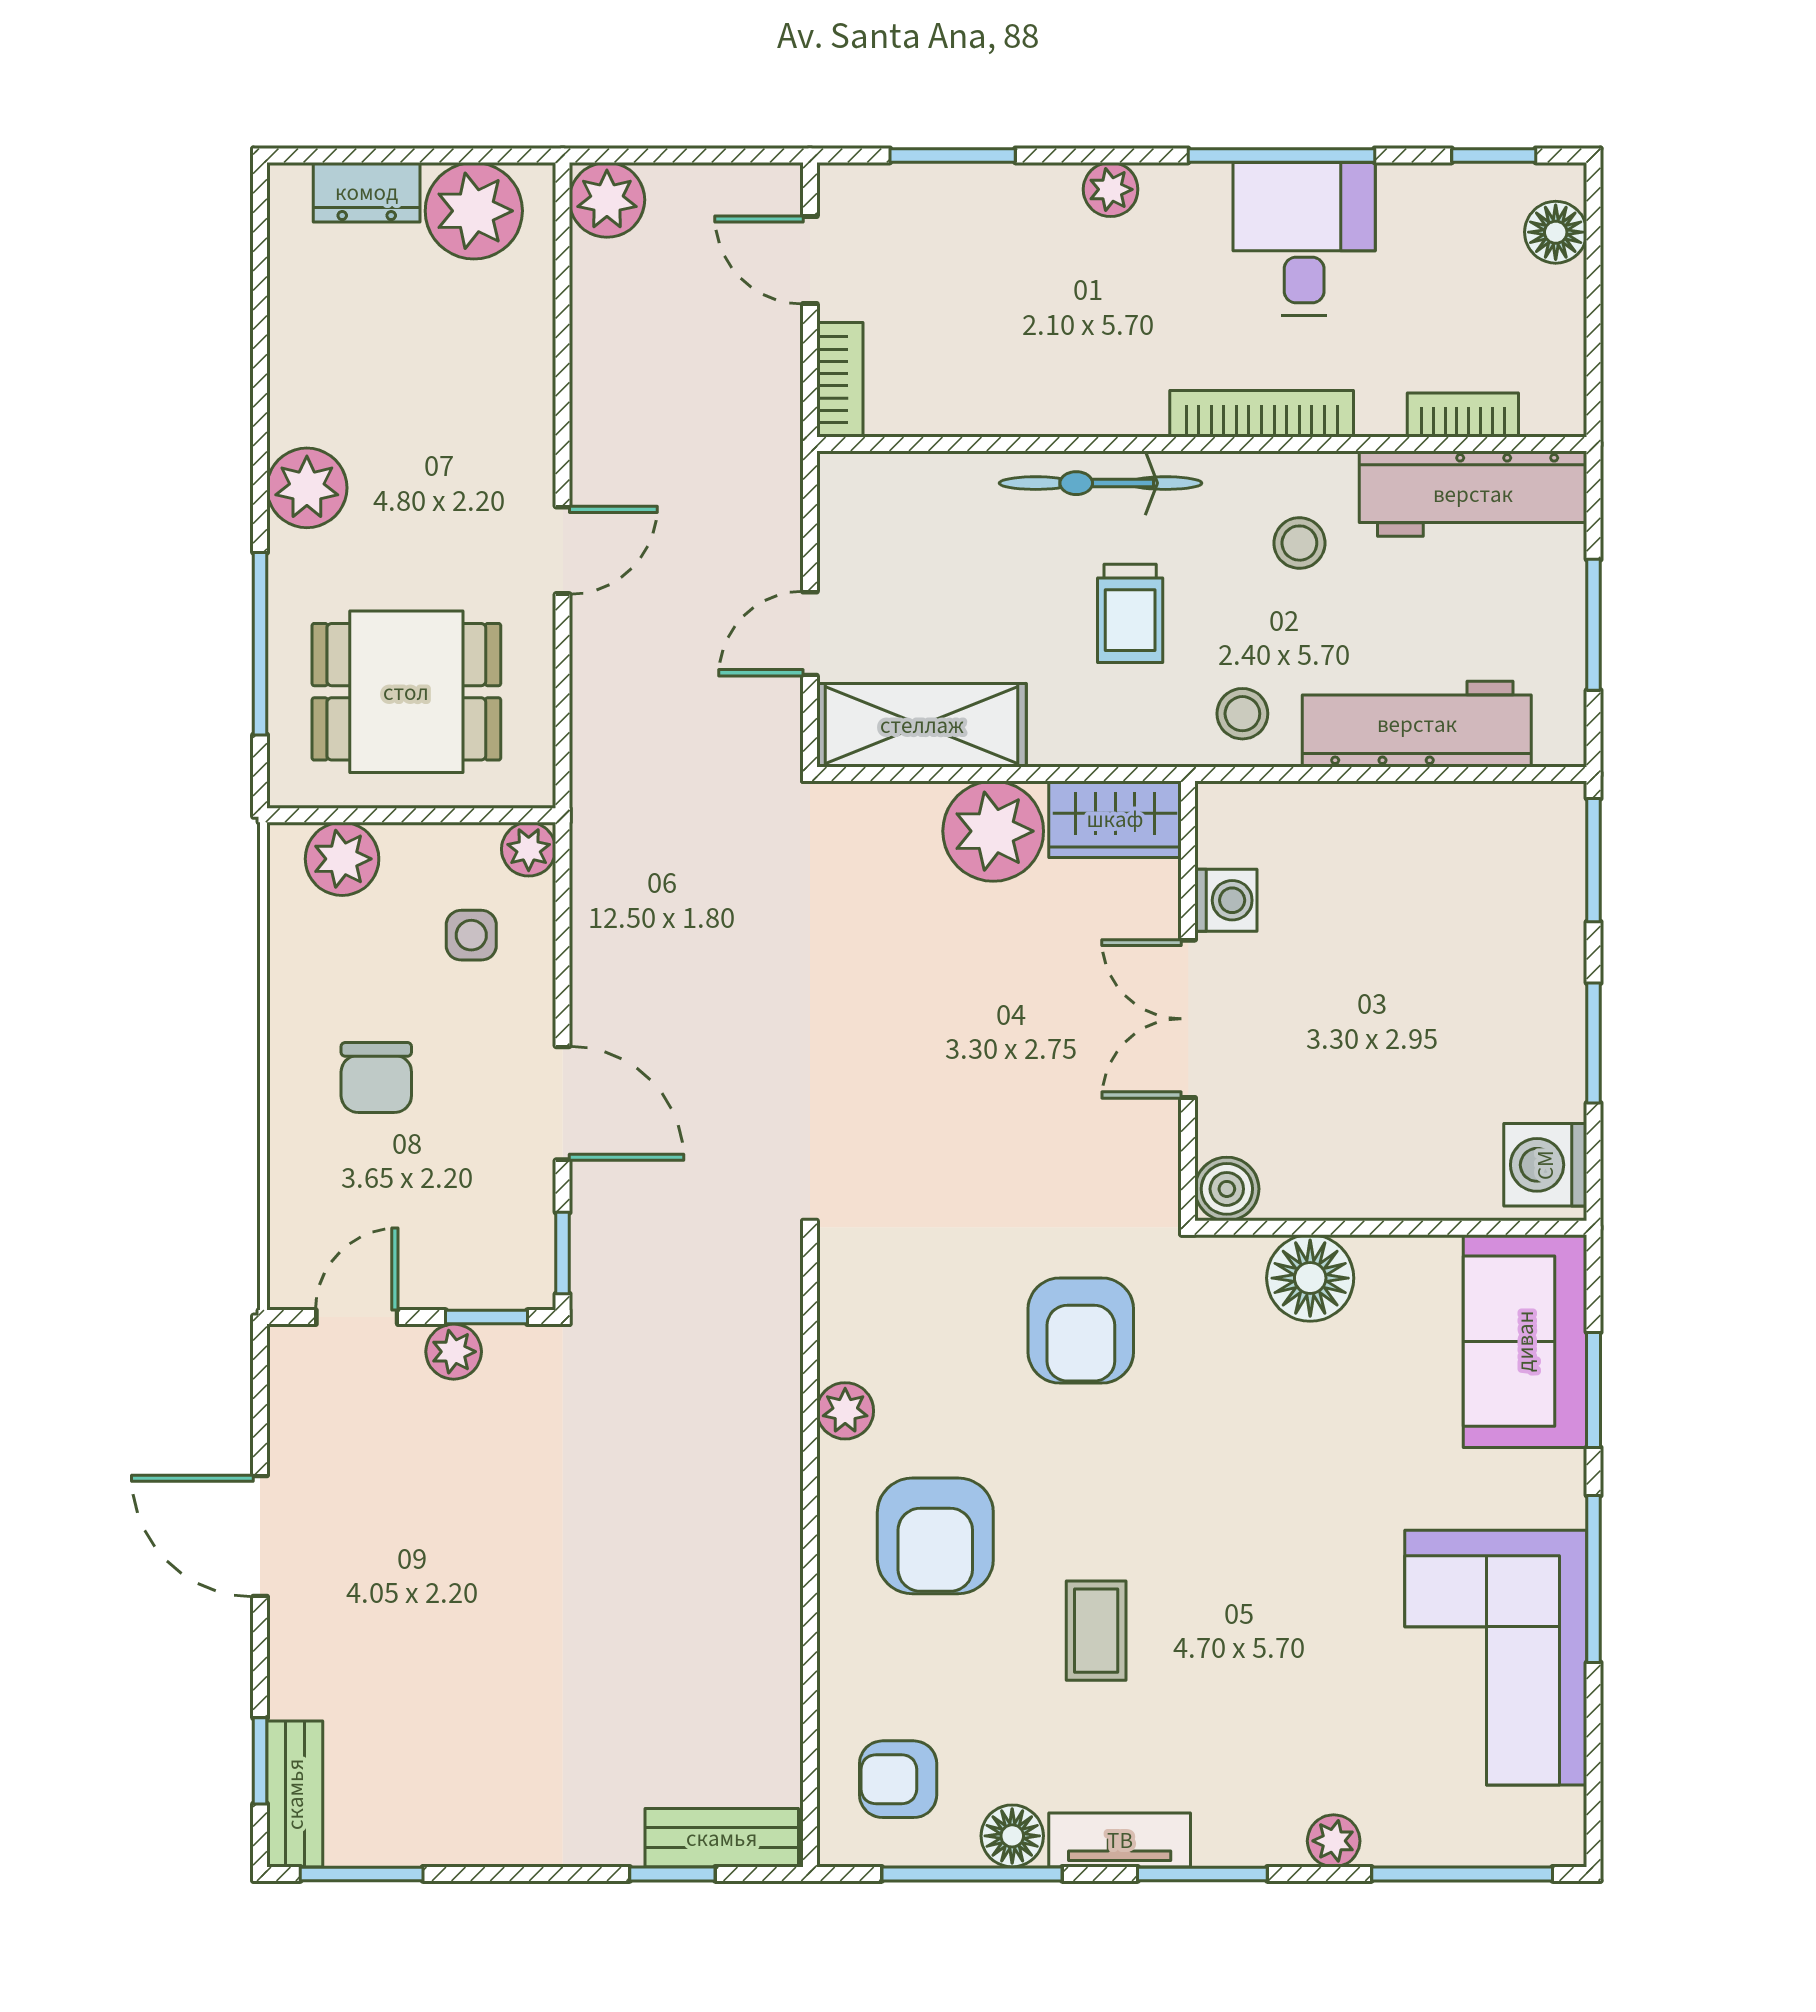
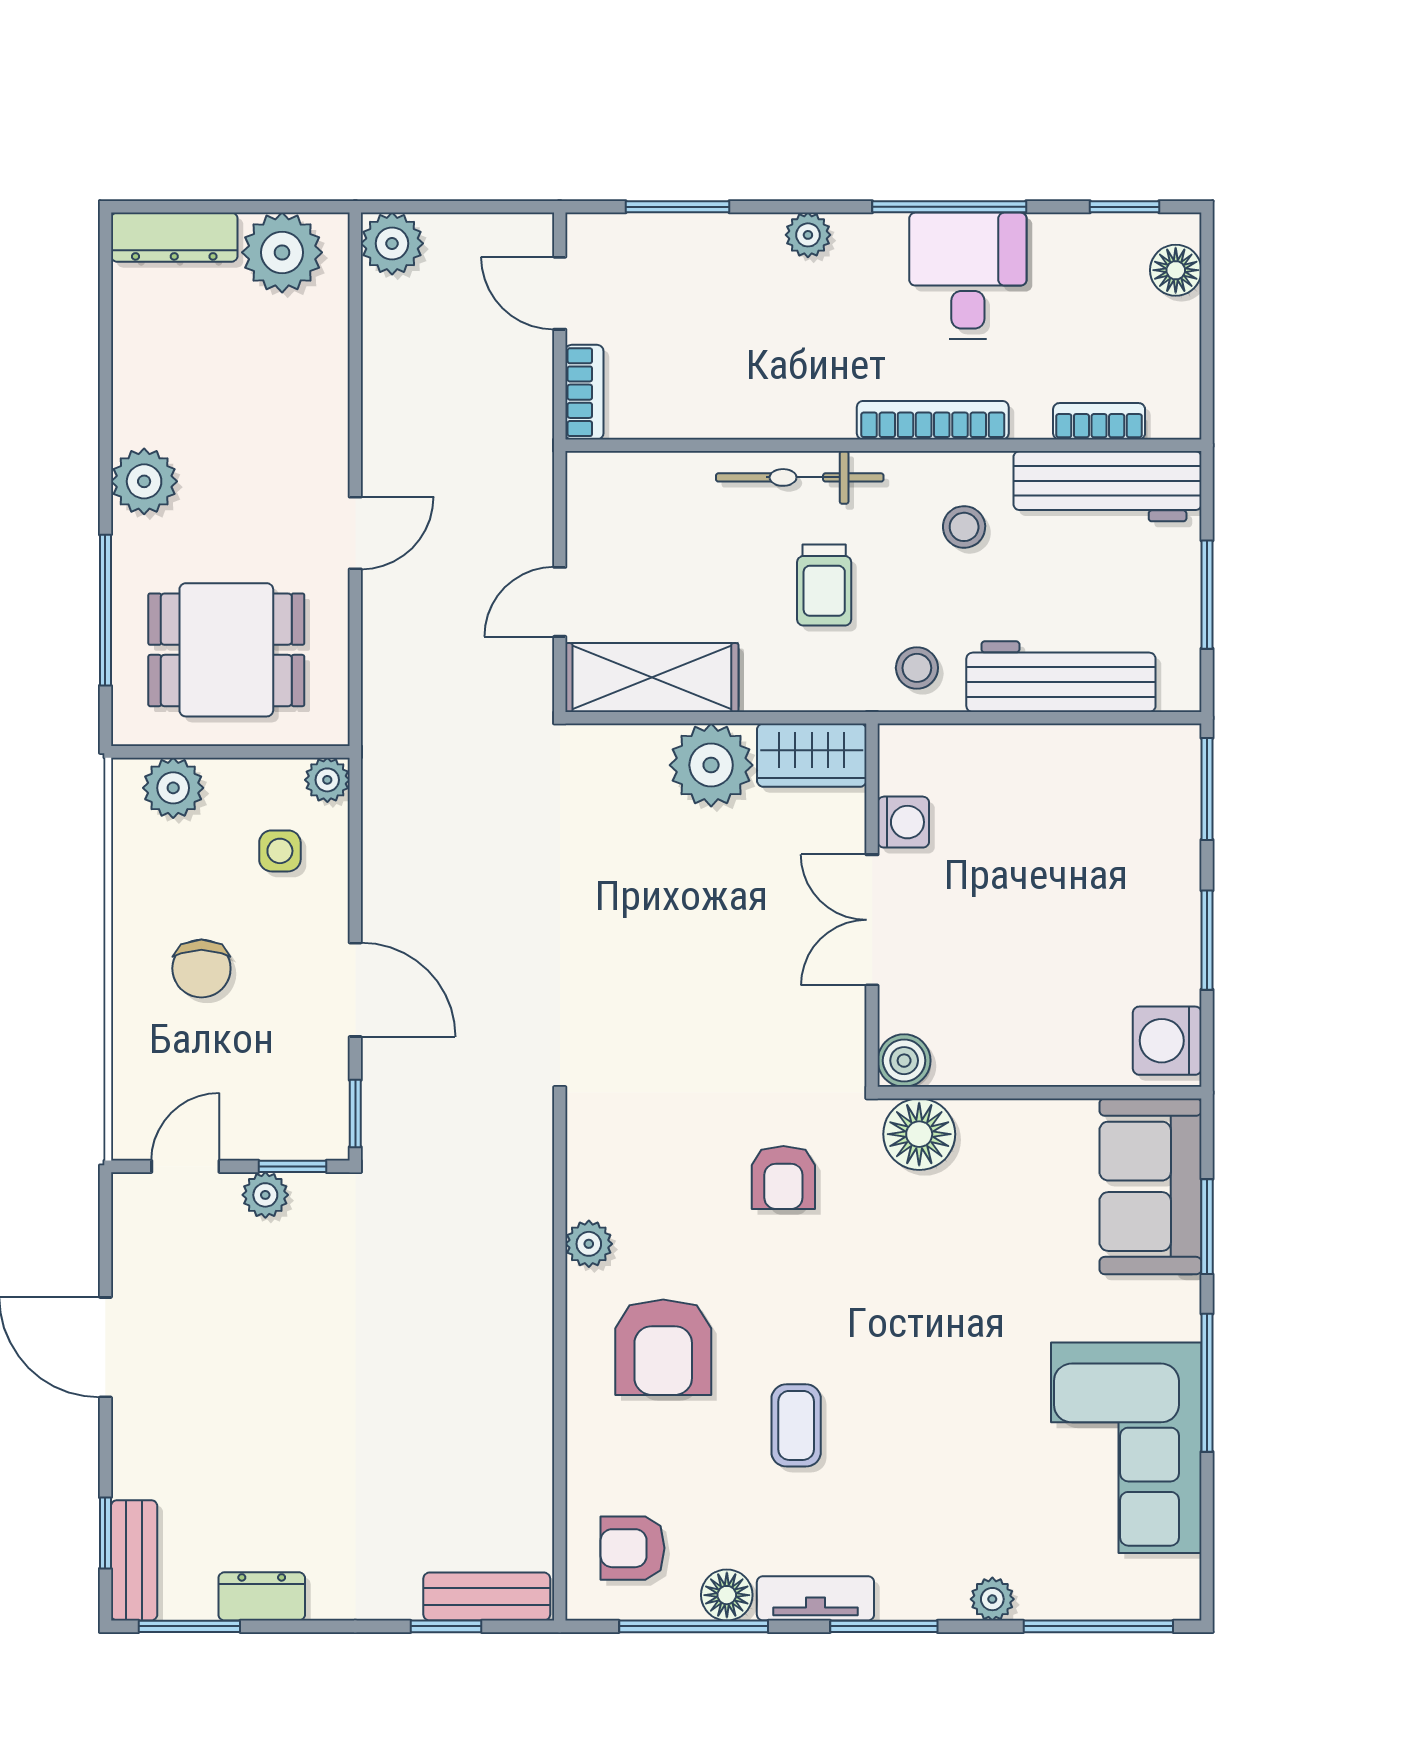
dresser: (367, 192) -> (174, 237), width x1.44
floor lamp: (1310, 1278) -> (919, 1134), moved
armchair: (1081, 1331) -> (783, 1177), width x0.72, depth x0.72
dresser: (449, 1838) -> (262, 1596), added

